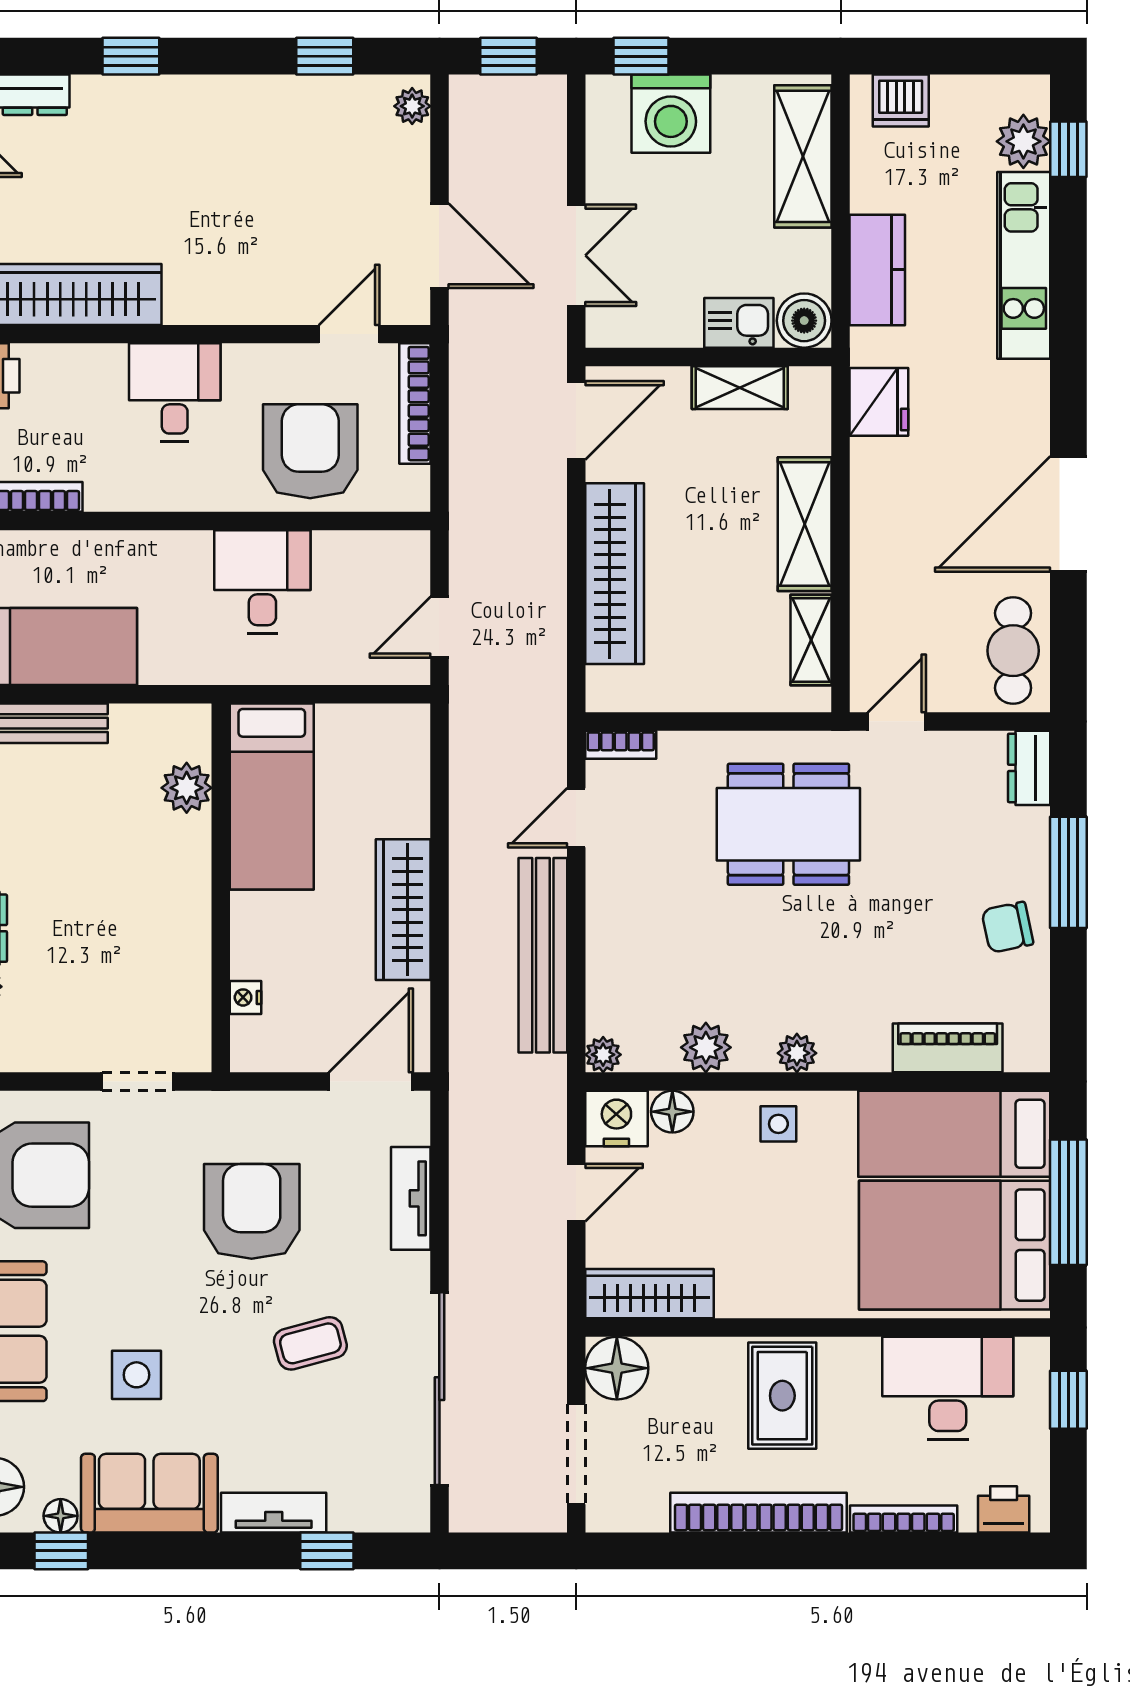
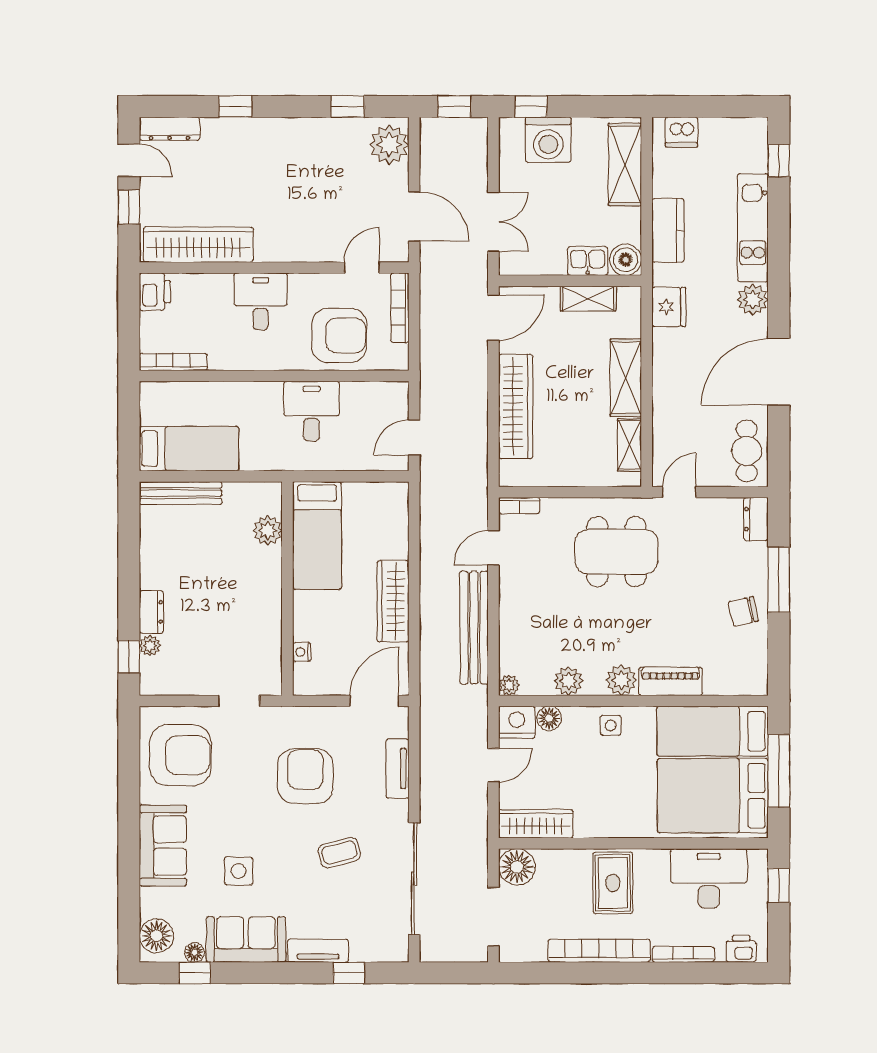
plant: (412, 106) -> (389, 145), width x1.88, depth x1.88
plant: (1023, 141) -> (753, 300), moved
armchair: (310, 451) -> (339, 335), turned 90
piano: (948, 1048) -> (671, 681), moved
plant: (797, 1053) -> (621, 680), width x1.38, depth x1.38

